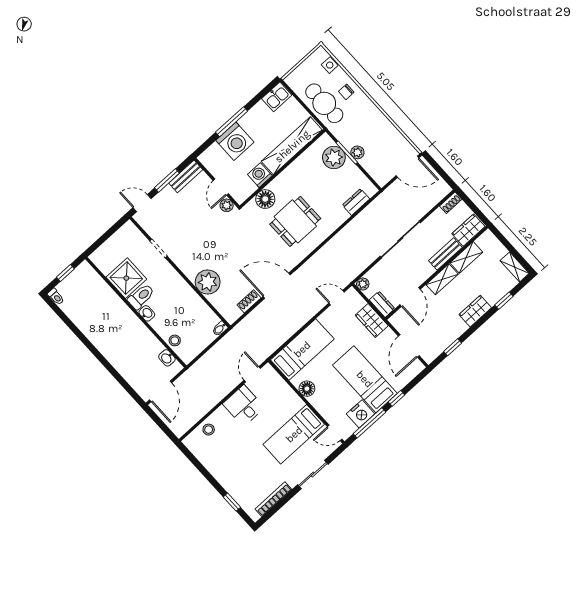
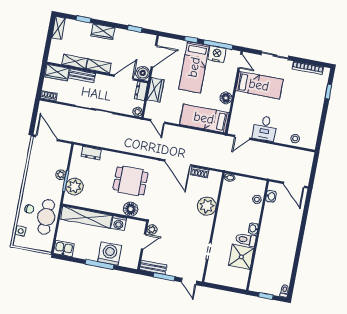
boiler: (400, 320) -> (143, 73), added
door: (161, 391) -> (294, 185), swing flipped

